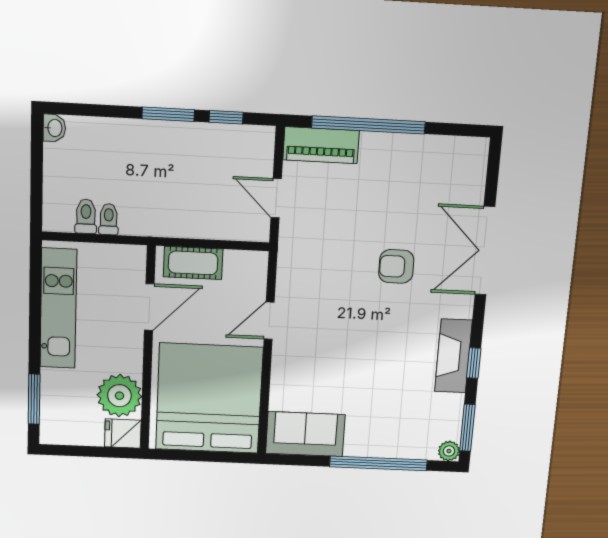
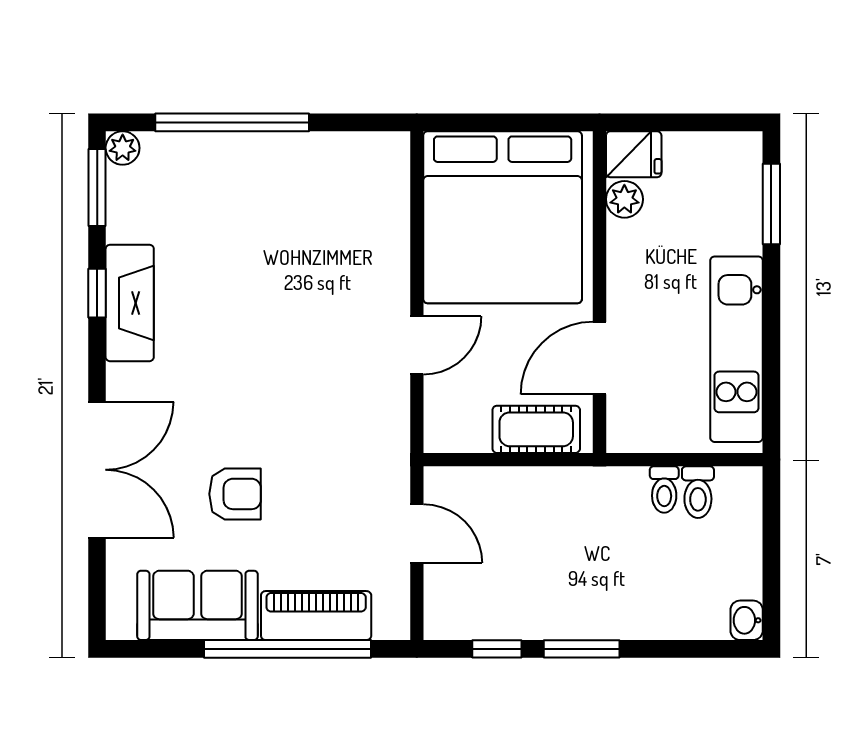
piano: (321, 145) -> (316, 616), moved
armchair: (396, 266) -> (235, 494), moved
plant: (119, 396) -> (624, 199), width x0.53, depth x0.53
sofa: (305, 434) -> (197, 605), moved, turned 180

